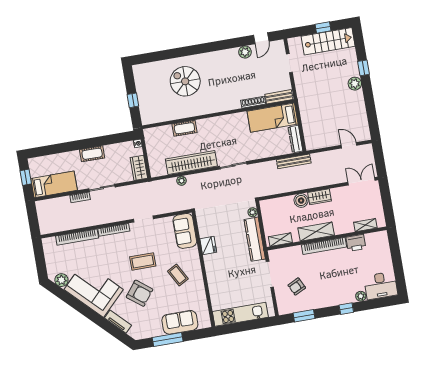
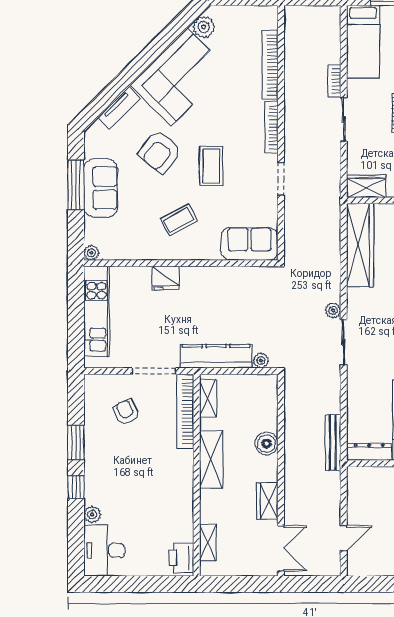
wardrobe: (191, 163) -> (360, 245), moved
plant: (182, 181) -> (333, 310), moved
wardrobe: (320, 197) -> (267, 501), moved
printer: (356, 243) -> (181, 558), moved
fridge: (208, 245) -> (166, 278), moved
bookcase: (324, 246) -> (185, 411), moved
window: (304, 316) -> (76, 442), moved
sofa: (180, 322) -> (101, 188), moved
plant: (206, 323) -> (91, 253), added

